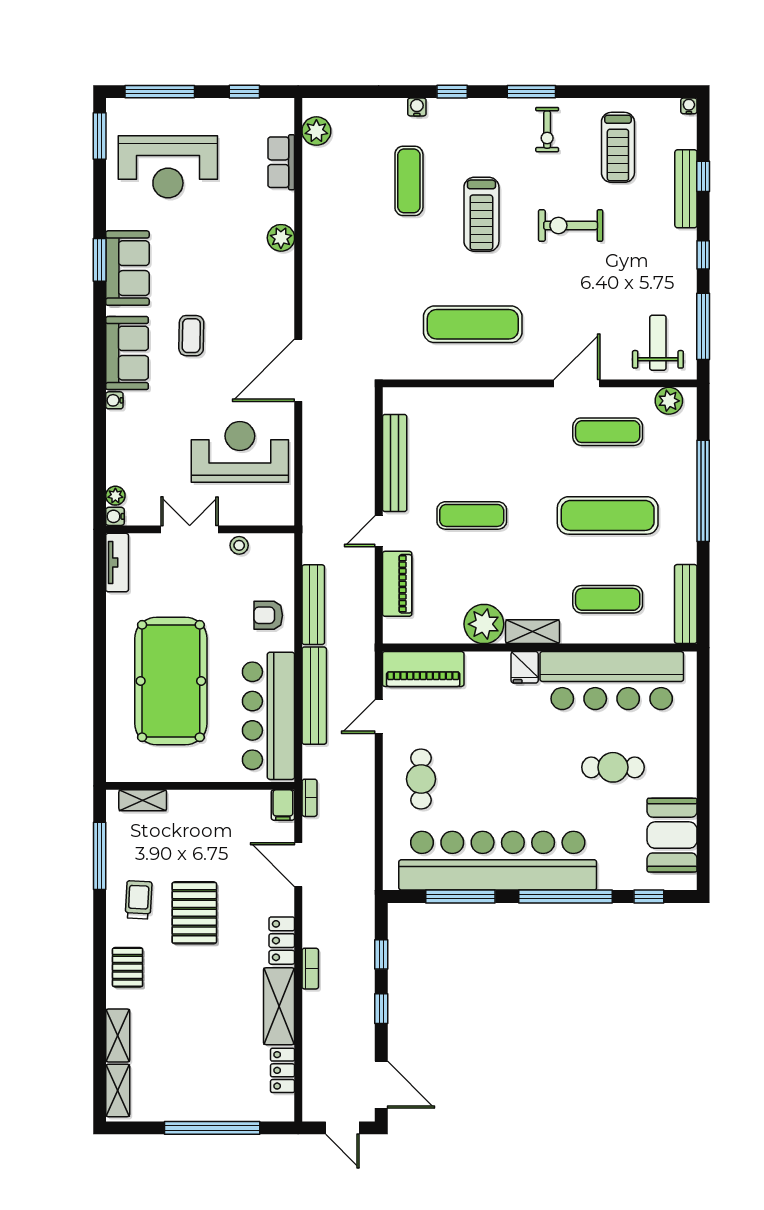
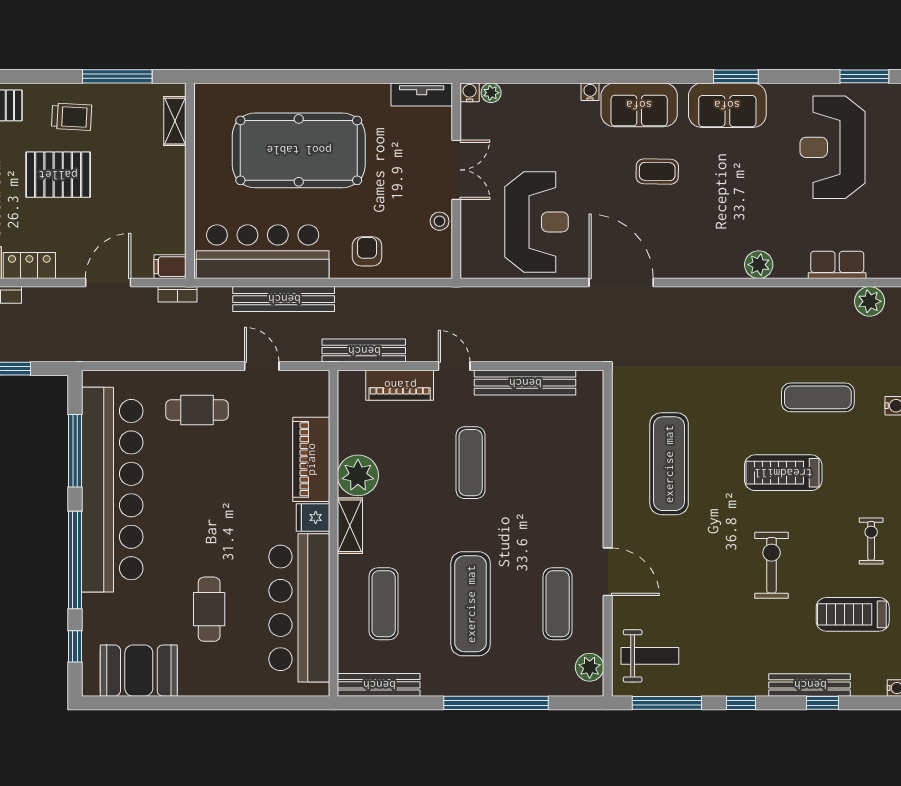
exercise bike: (547, 130) -> (871, 541), turned 90
bench: (313, 605) -> (364, 351), moved
piano: (423, 669) -> (311, 459), moved

